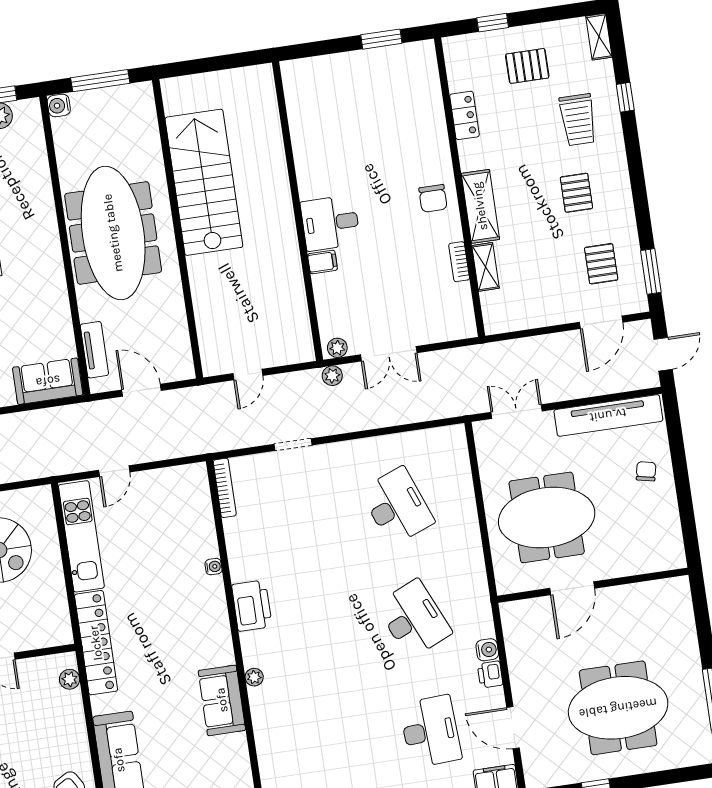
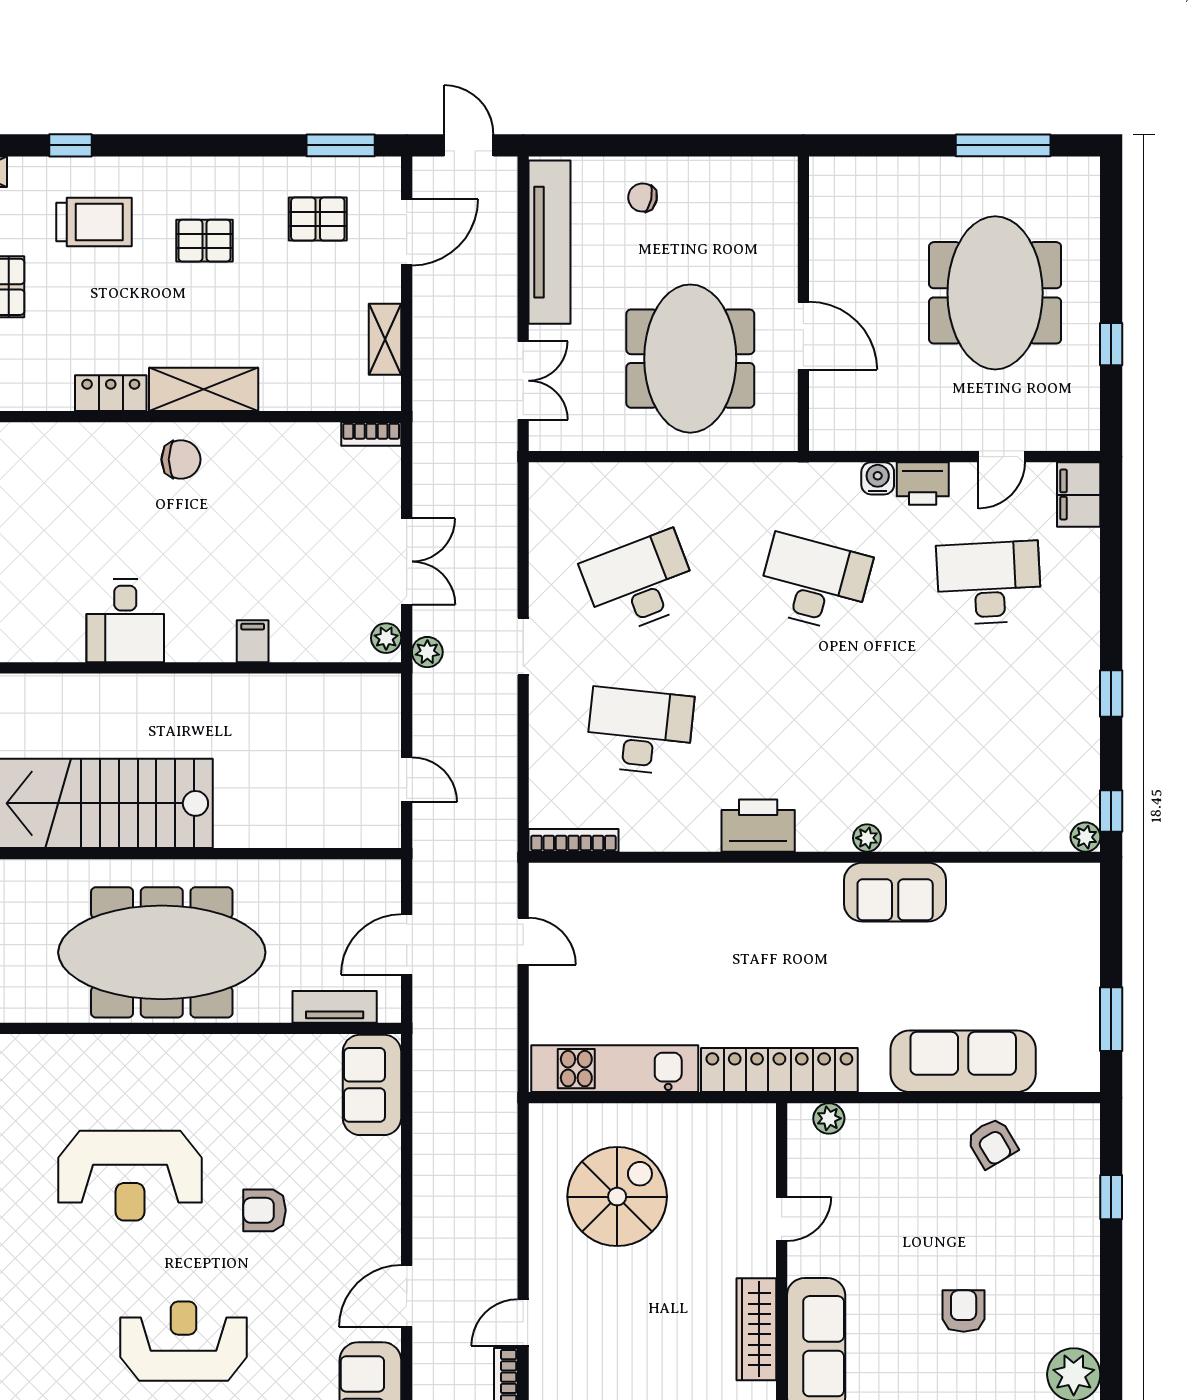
locker: (464, 115) -> (111, 393), moved
desk: (330, 223) -> (125, 621), moved
bookcase: (459, 262) -> (371, 434), moved
shelving: (486, 267) -> (385, 339), moved, turned 90
door: (601, 322) -> (407, 232), hinge flipped
double door: (517, 412) -> (523, 381), swing flipped
doorway: (293, 445) -> (523, 646), moved
door: (114, 471) -> (523, 941), moved
desk: (301, 520) -> (640, 731), added
water cooler: (213, 567) -> (690, 875), removed
desk: (414, 619) -> (814, 583), turned 39
printer: (490, 674) -> (923, 484), width x1.36, depth x1.24
door: (513, 728) -> (1002, 457), width x0.73

